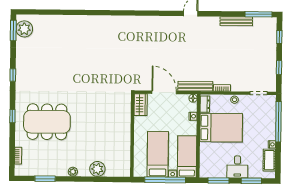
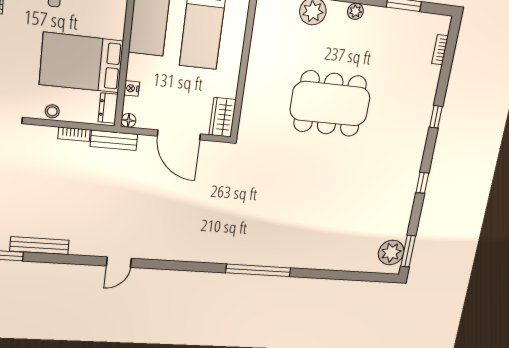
window: (107, 13) -> (258, 270), added
bench: (195, 86) -> (114, 140), width x0.73
dining table: (47, 122) -> (330, 104), moved

